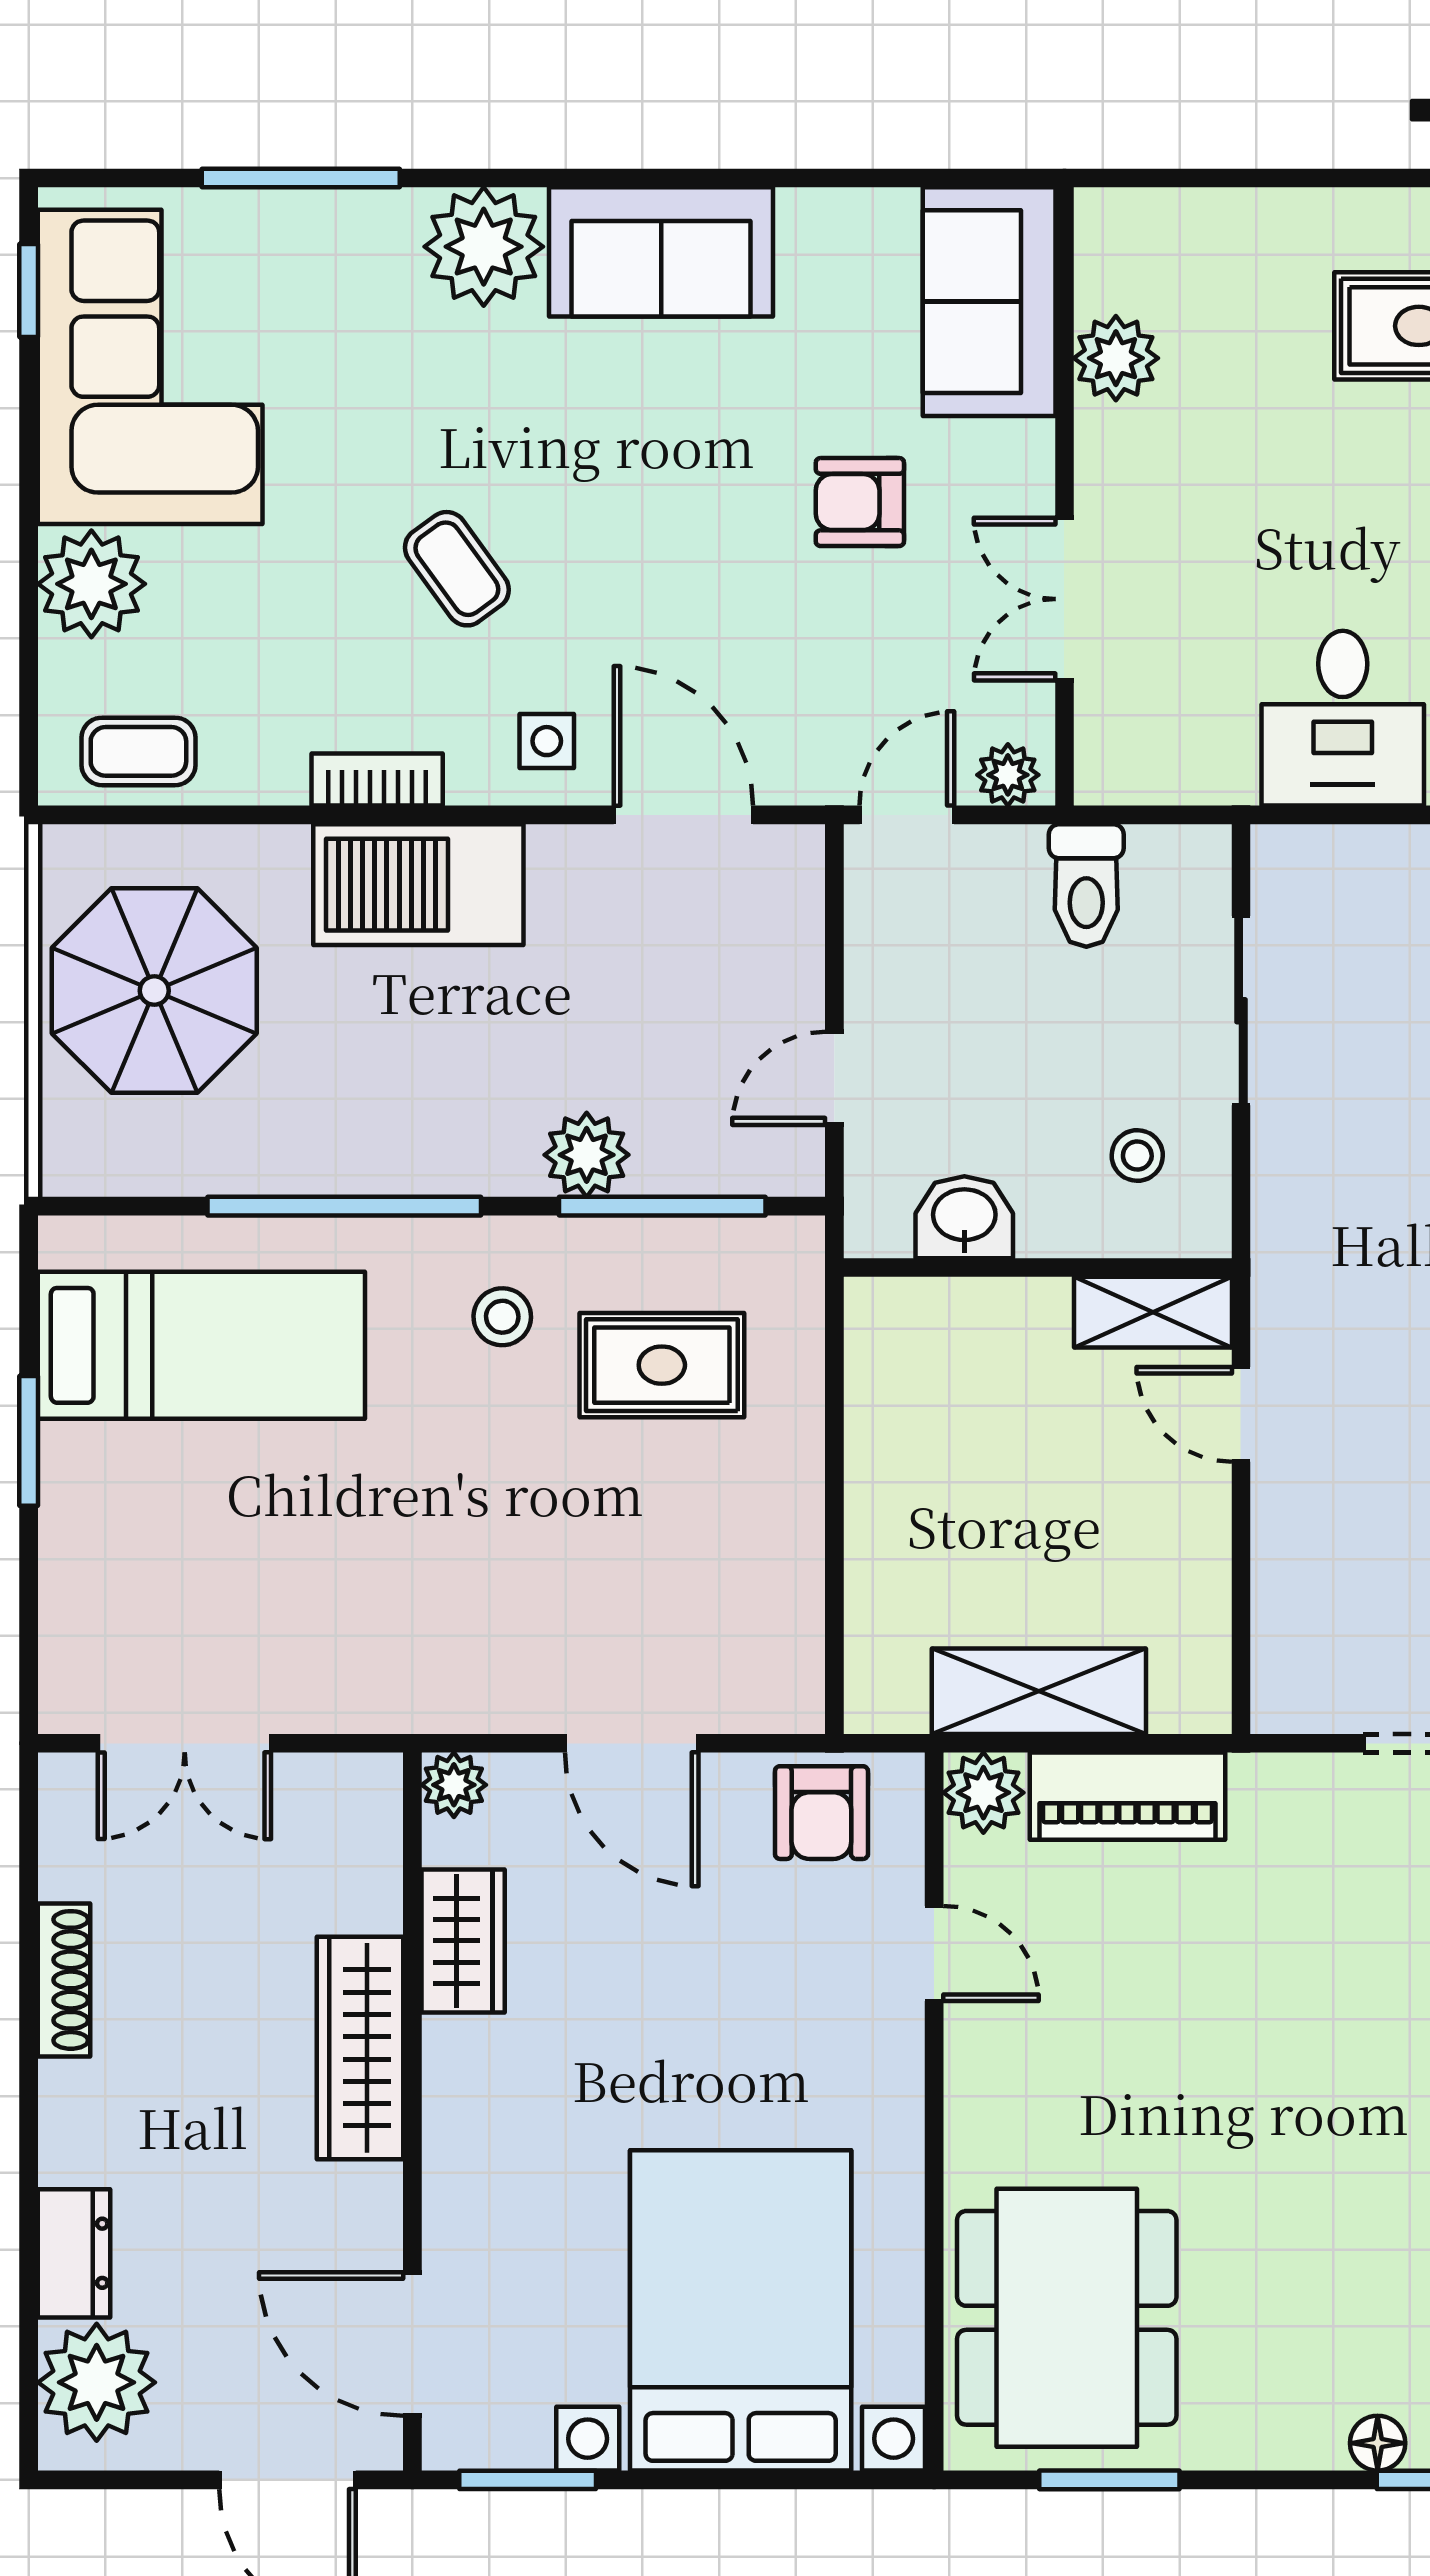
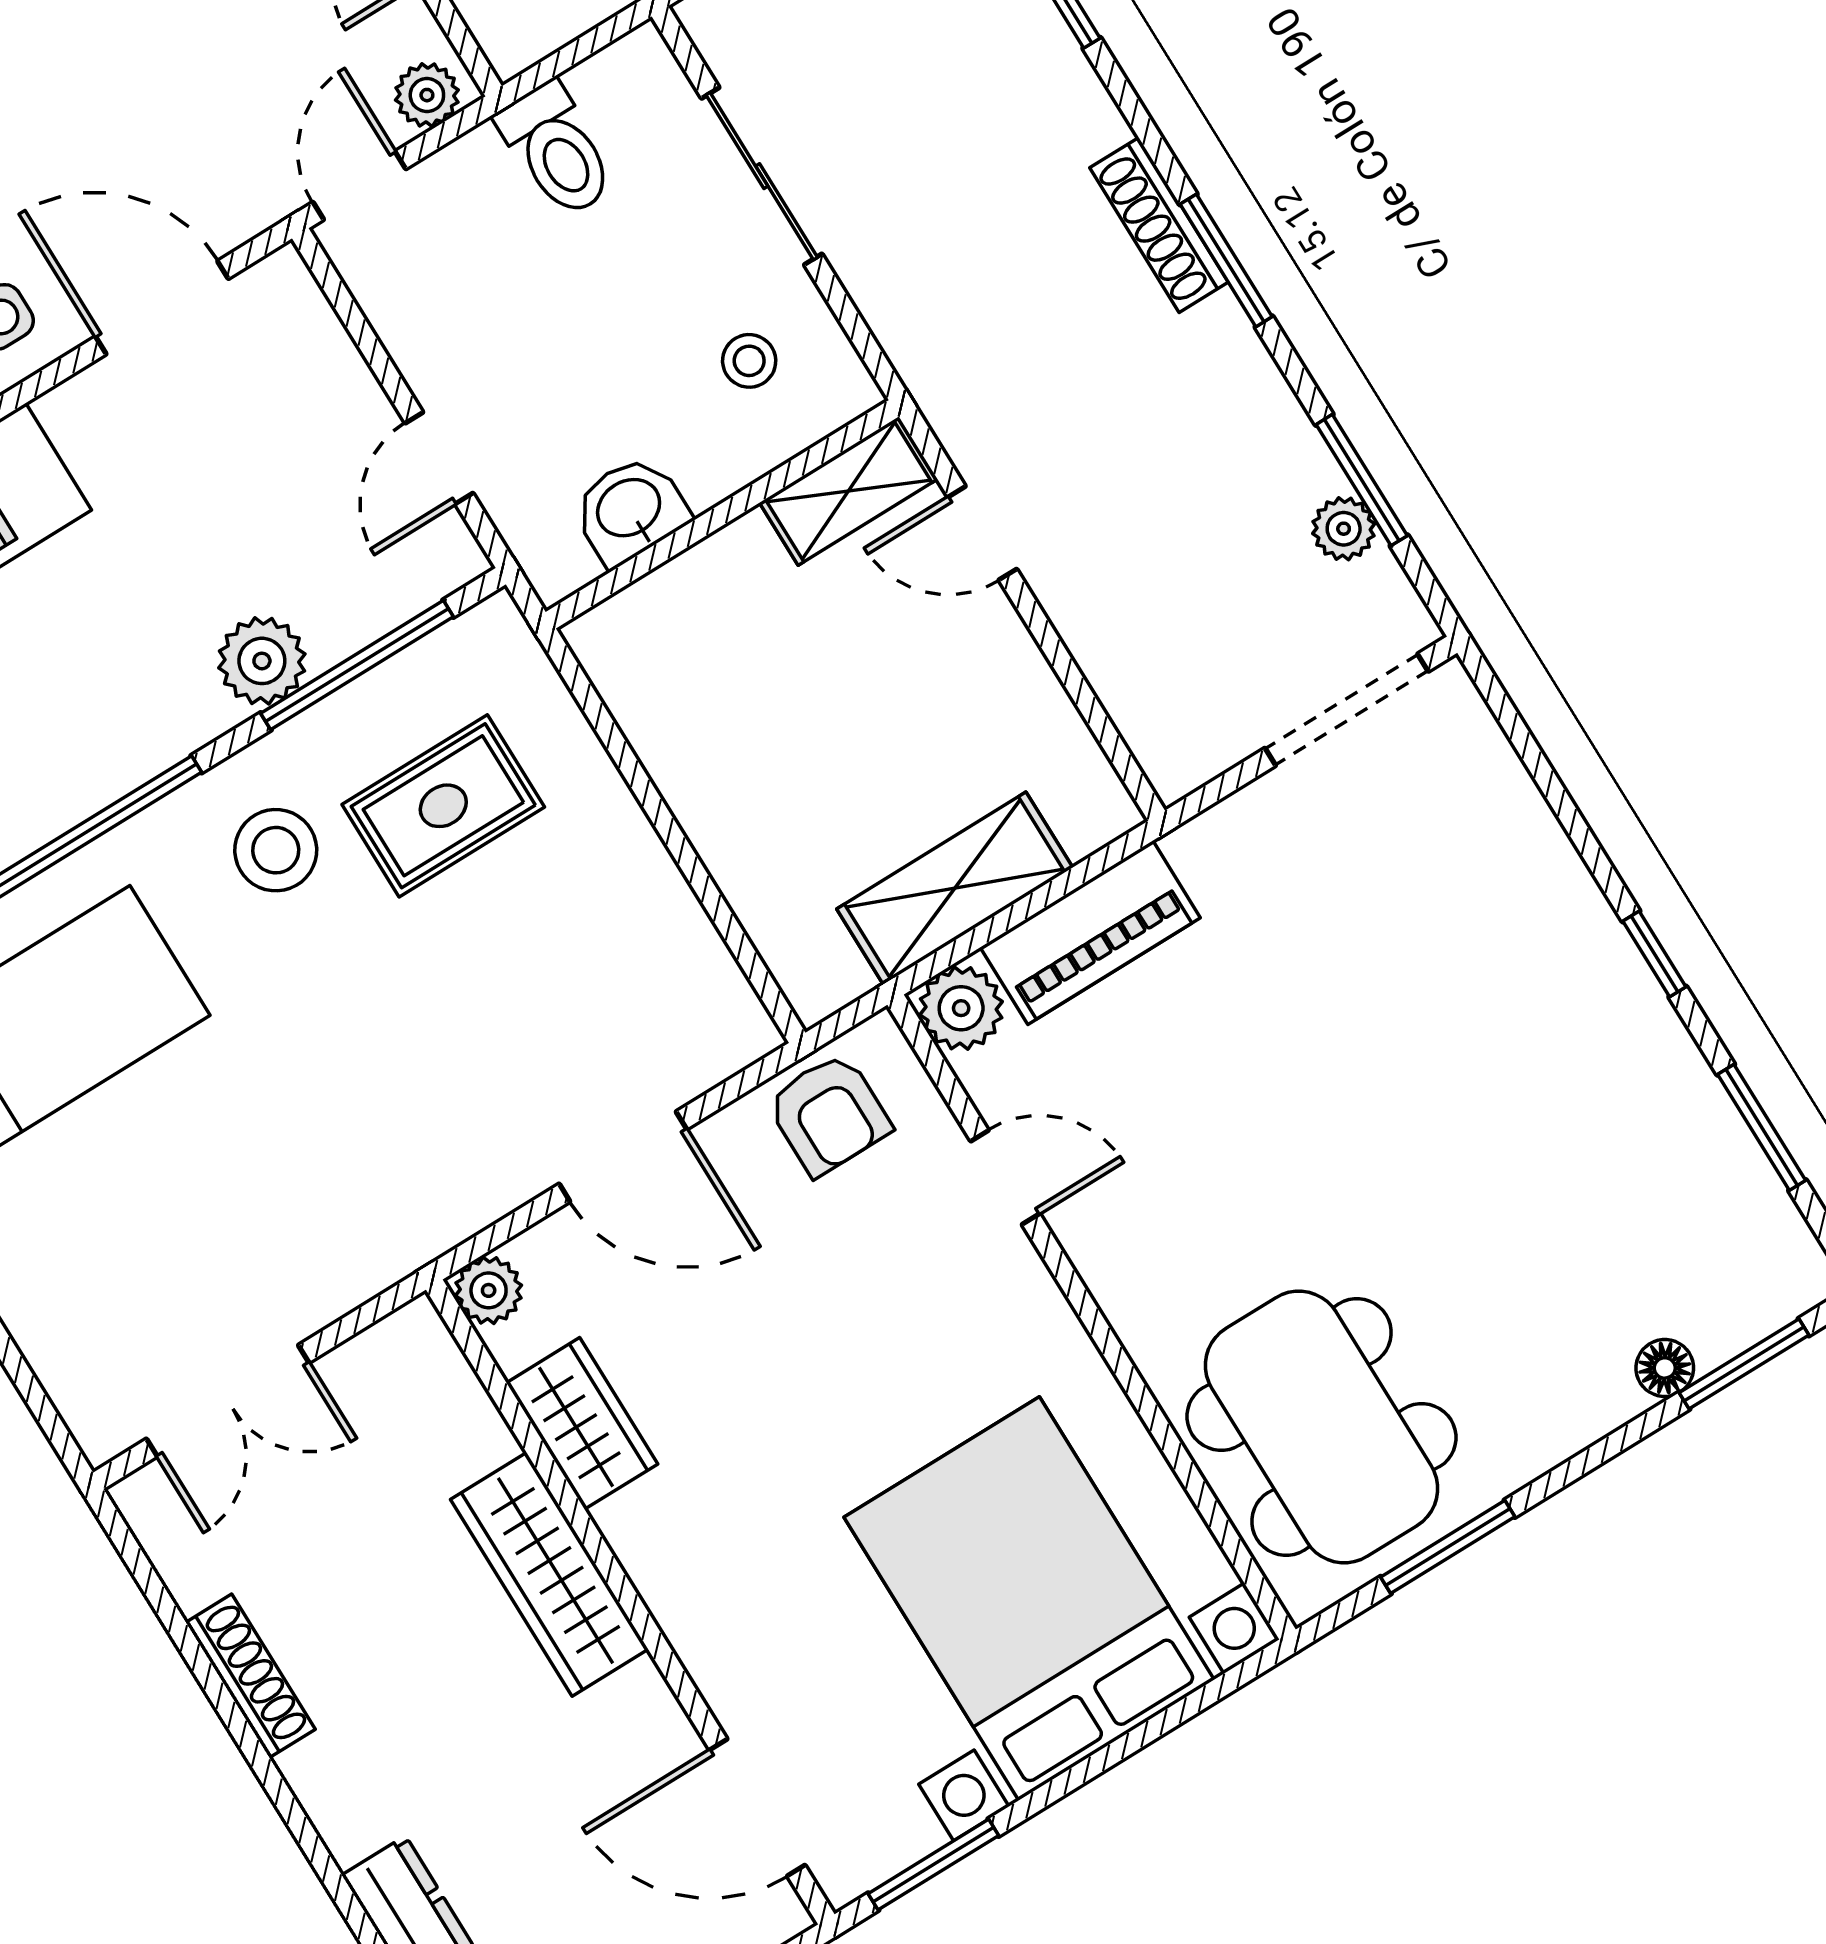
stool: (502, 1317) -> (276, 850), width x1.37, depth x1.37

